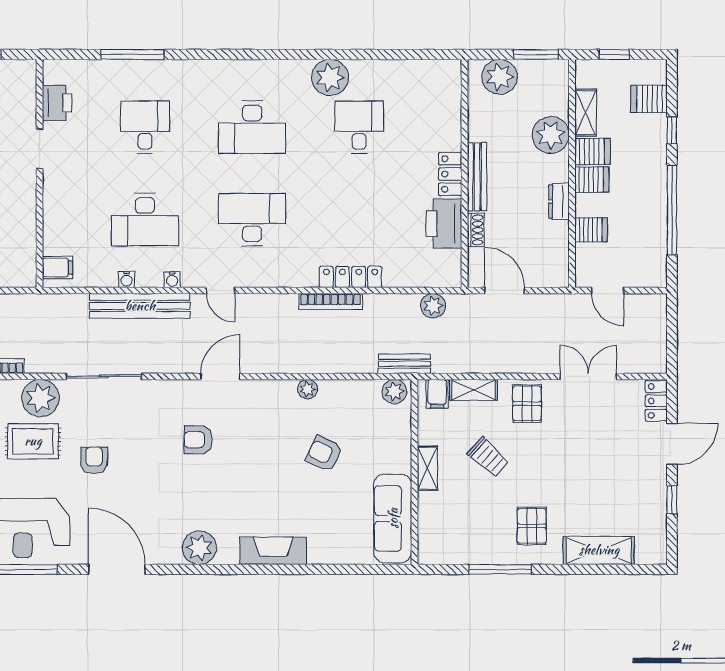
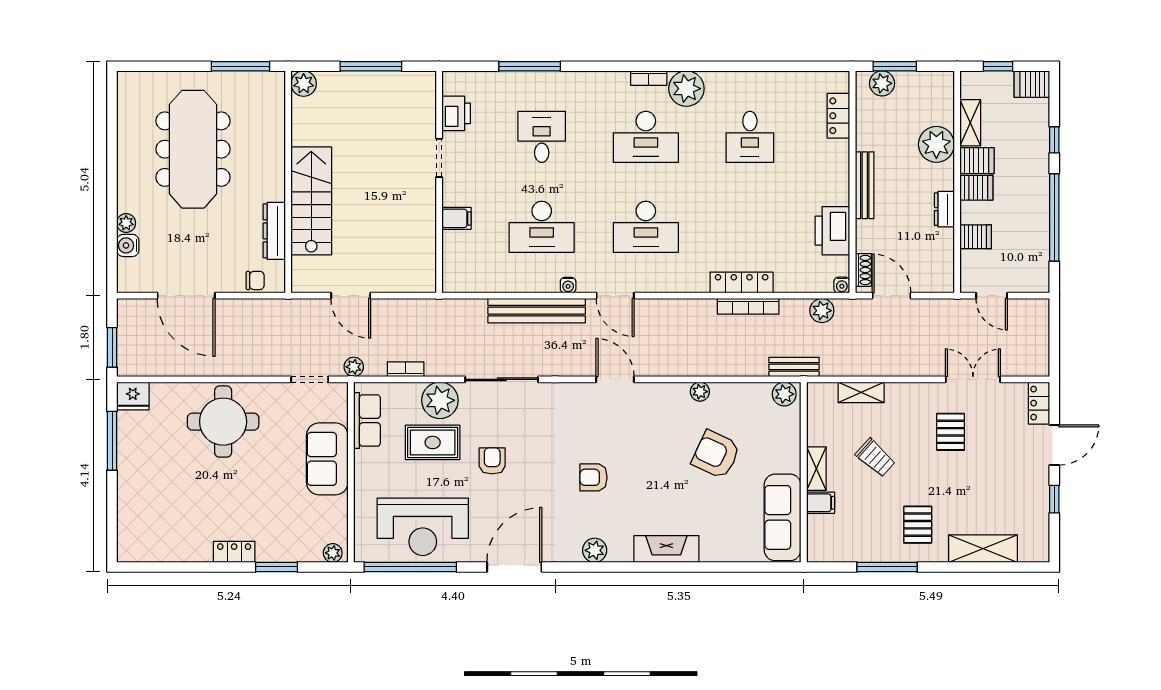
window: (536, 54) -> (895, 66), moved
bookcase: (255, 67) -> (649, 78), added
plant: (330, 77) -> (686, 89), moved
plant: (500, 77) -> (882, 83), width x0.73, depth x0.73
server rack: (649, 99) -> (1032, 84), moved
desk: (359, 127) -> (750, 137), turned 180
locker: (450, 174) -> (838, 116), moved
desk: (252, 220) -> (646, 227), turned 180
shoe rack: (476, 230) -> (863, 270), moved
filing cabinet: (57, 268) -> (456, 218), moved
water cooler: (127, 279) -> (842, 285), moved
door: (221, 290) -> (615, 296), width x1.38
bookcase: (330, 301) -> (748, 306), moved
door: (220, 376) -> (615, 379), hinge flipped
filing cabinet: (437, 394) -> (821, 503), moved, turned -90
pallet: (527, 404) -> (950, 432), moved
armchair: (198, 440) -> (594, 477), moved
armchair: (324, 454) -> (716, 454), width x1.38, depth x1.38
plant: (199, 548) -> (595, 550), width x0.73, depth x0.73
door: (117, 569) -> (514, 567), hinge flipped

